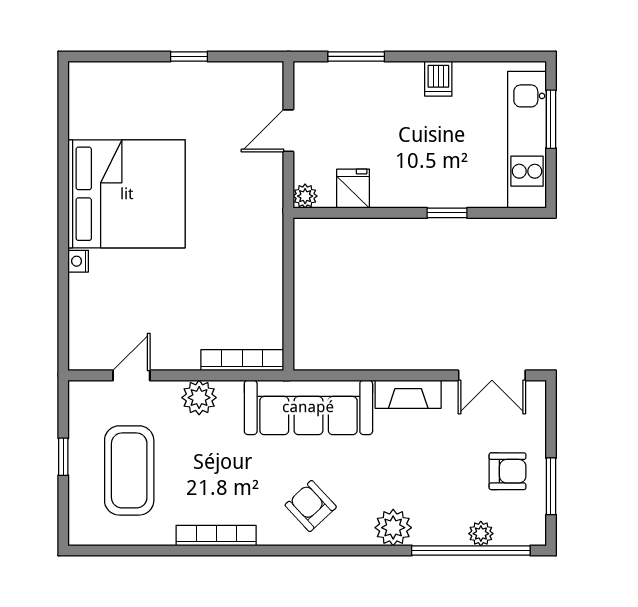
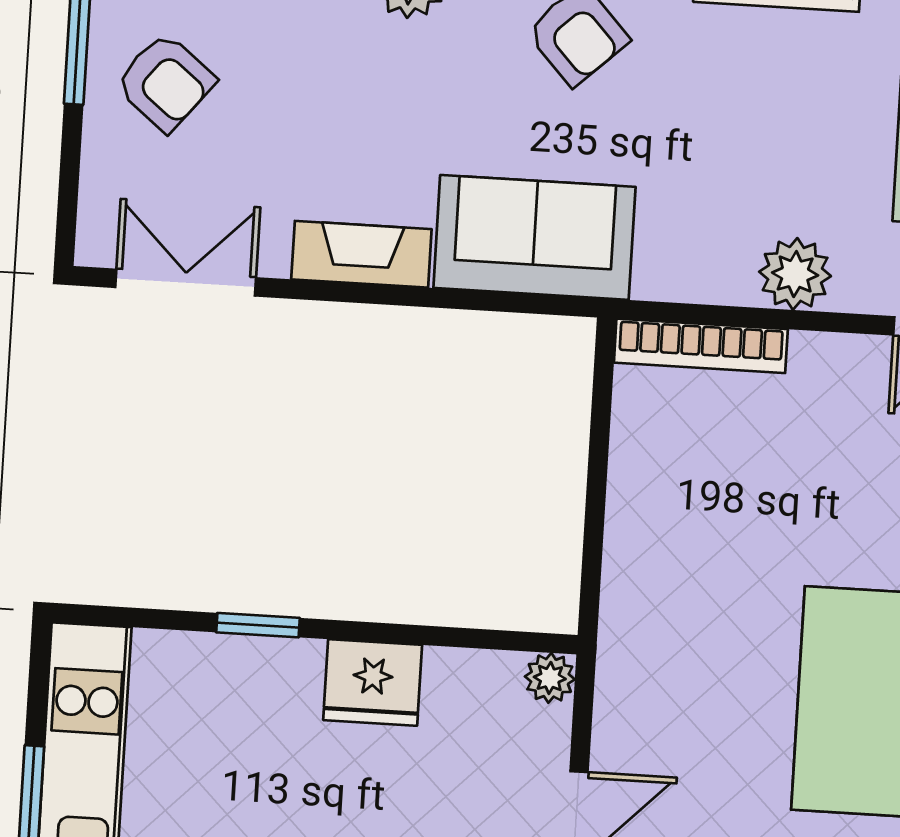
fridge: (353, 189) -> (373, 683), moved, width x1.38
sofa: (308, 407) -> (534, 237), width x0.73
armchair: (508, 471) -> (165, 82), turned -141

